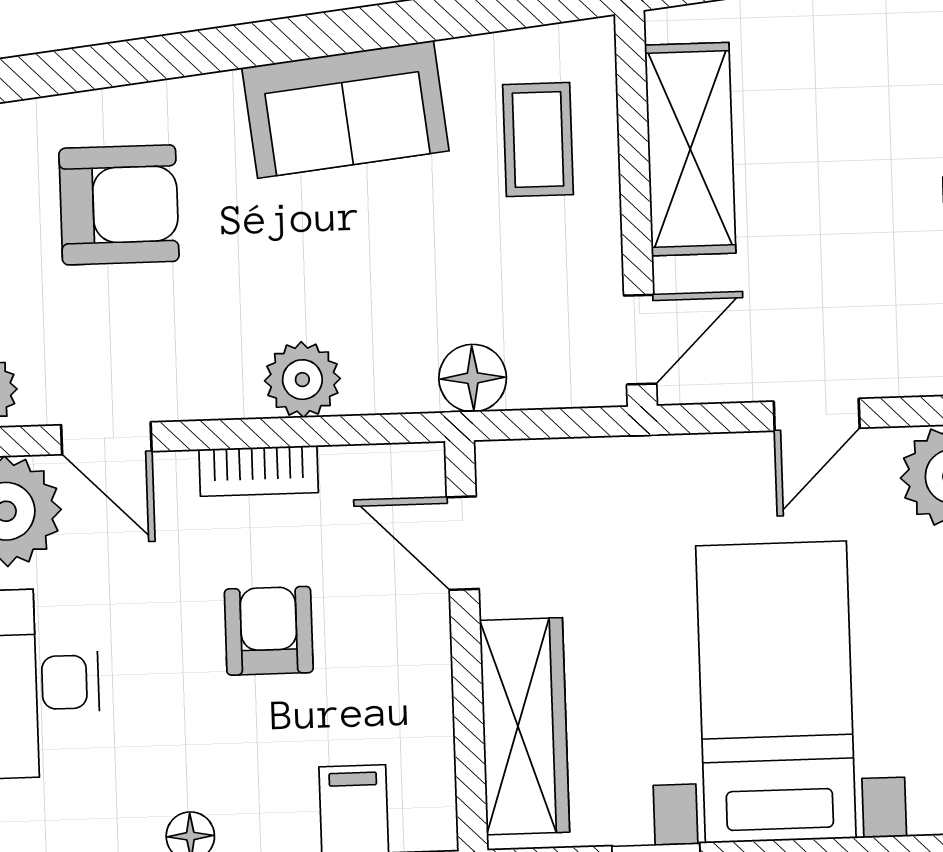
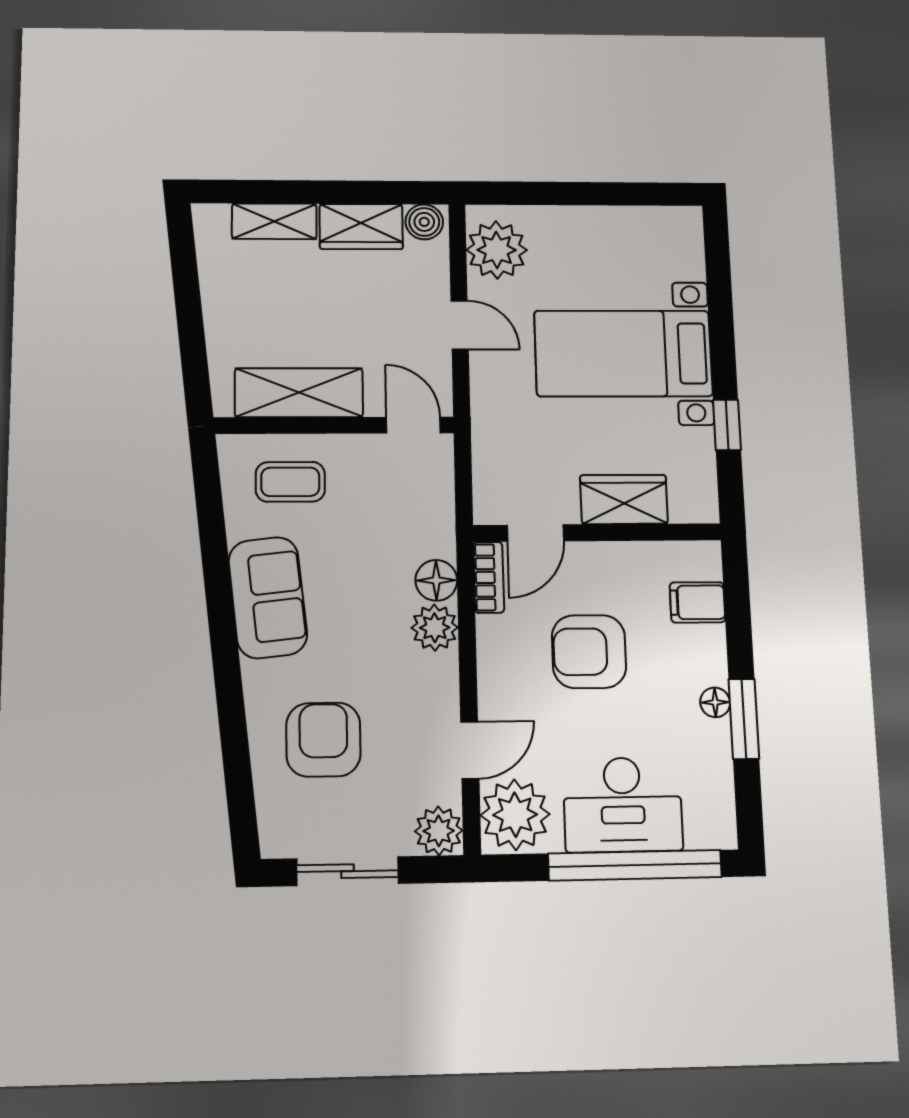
floor lamp: (473, 378) -> (436, 580), moved
bookcase: (259, 471) -> (489, 577), moved
armchair: (269, 631) -> (589, 652), width x1.38, depth x1.38
wardrobe: (525, 726) -> (624, 499), width x0.67

